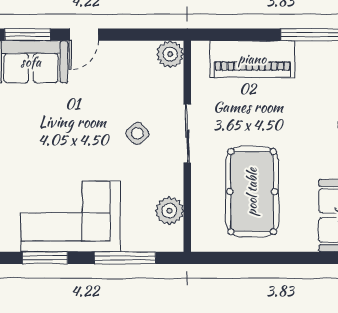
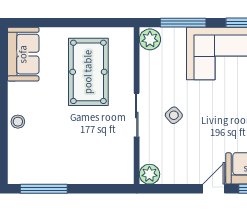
piano: (252, 59) -> (88, 171), removed
plant: (169, 211) -> (150, 39), moved

